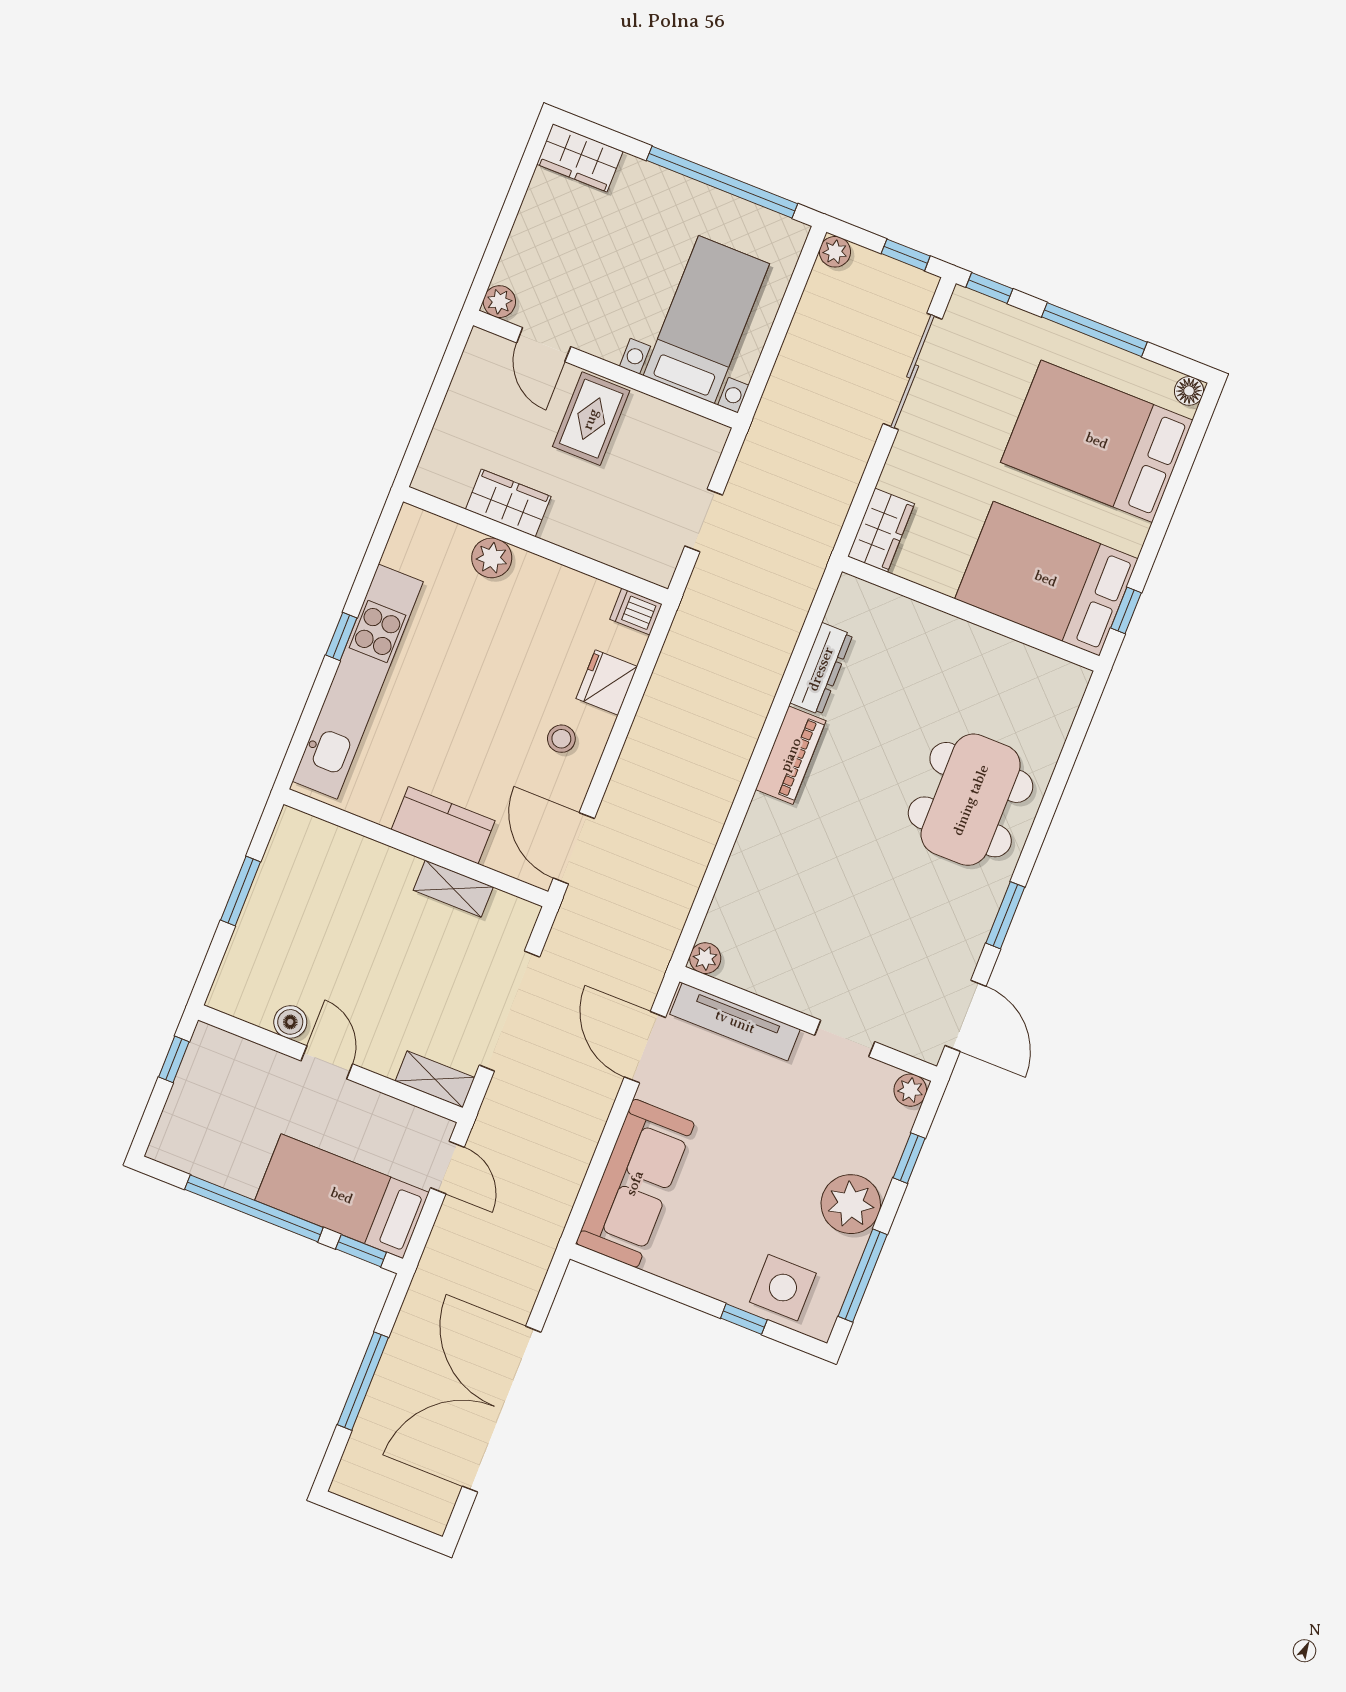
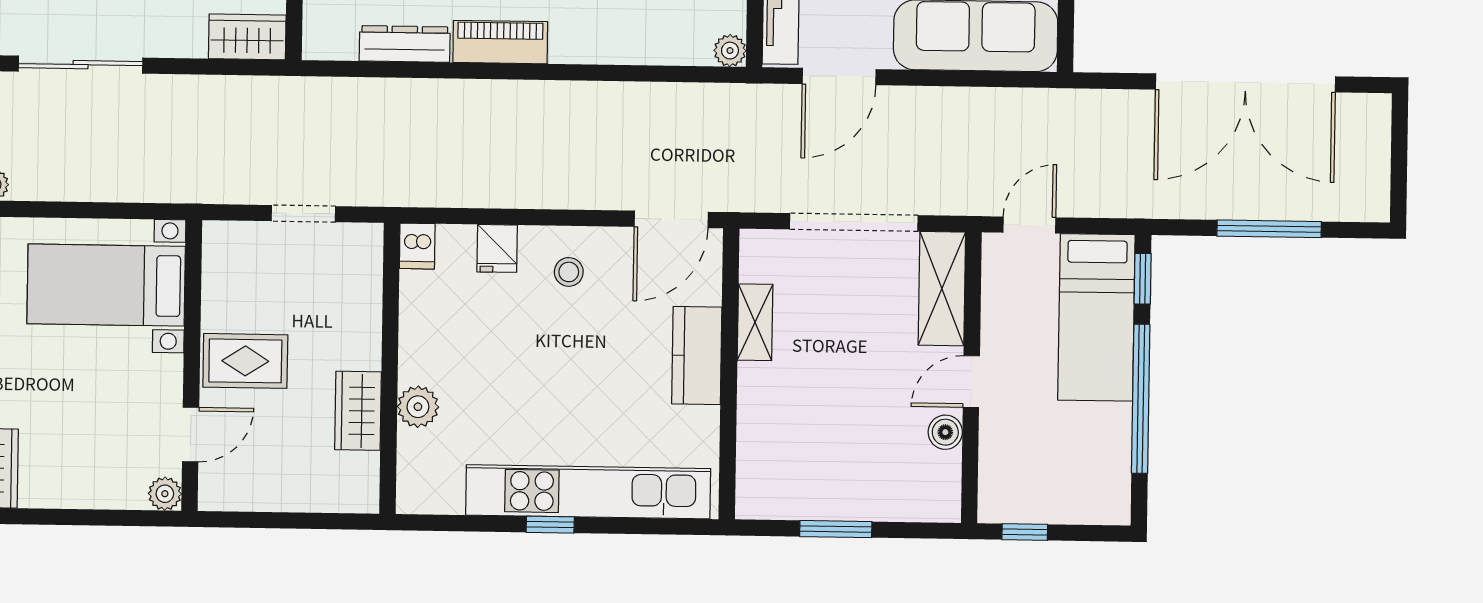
fridge: (607, 682) -> (497, 248), width x0.72
shelving: (435, 1079) -> (942, 289), width x1.50, depth x1.33

